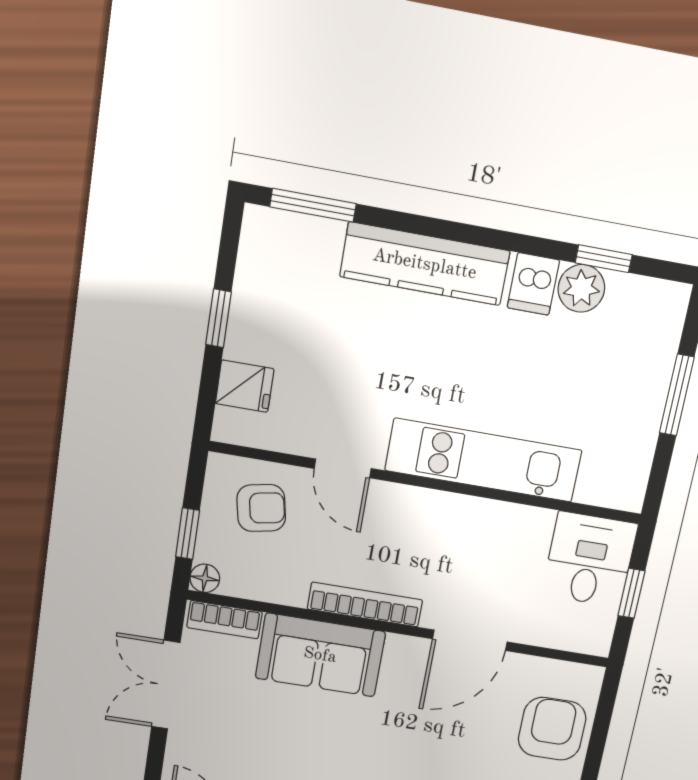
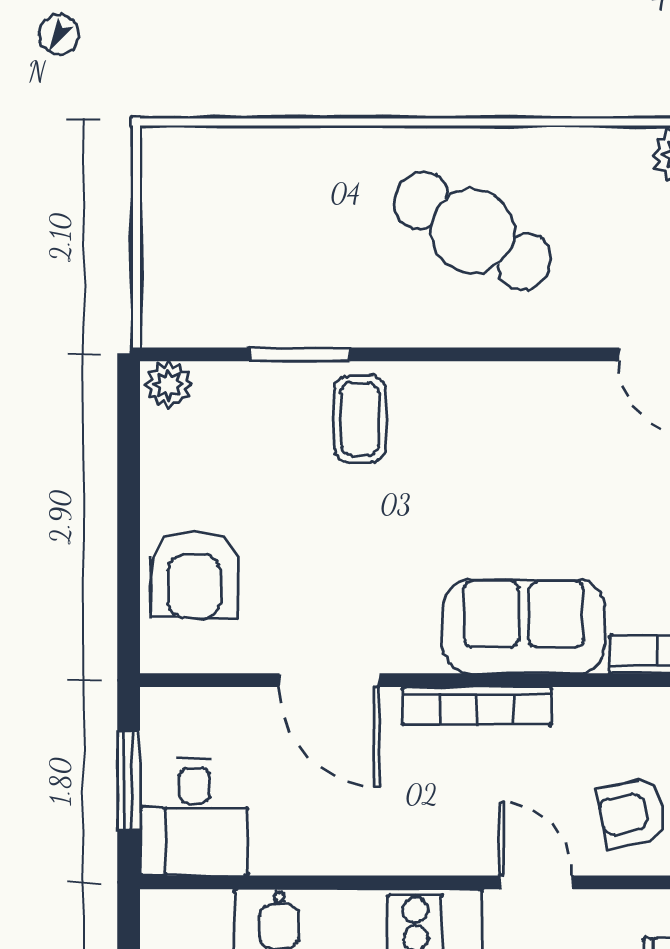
window: (631, 593) -> (129, 781), width x1.50
door: (470, 640) -> (329, 680), swing flipped

